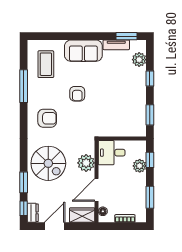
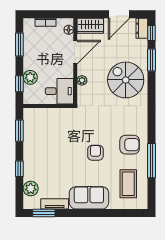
armchair: (47, 118) -> (130, 145), moved, turned 180
plant: (86, 163) -> (82, 80), width x0.53, depth x0.53

